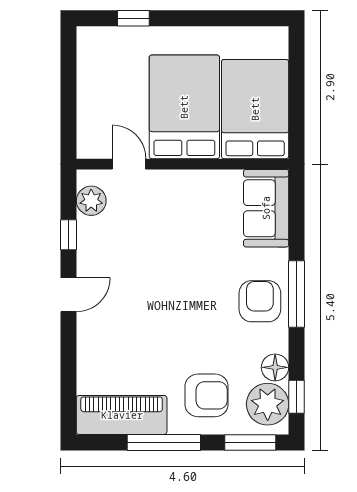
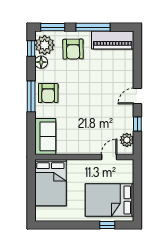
bed: (184, 107) -> (109, 200), moved, turned 90
door: (129, 164) -> (109, 157), swing flipped
armchair: (206, 395) -> (73, 49), turned -91

